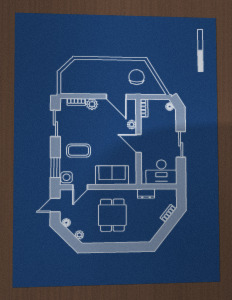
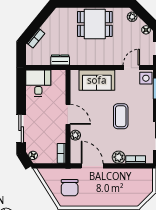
sliding door: (181, 144) -> (21, 129), moved
coffee table: (79, 151) -> (121, 116), moved, turned 90
desk: (161, 172) -> (38, 83), width x0.73
dining table: (112, 215) -> (95, 24), moved, turned 90

